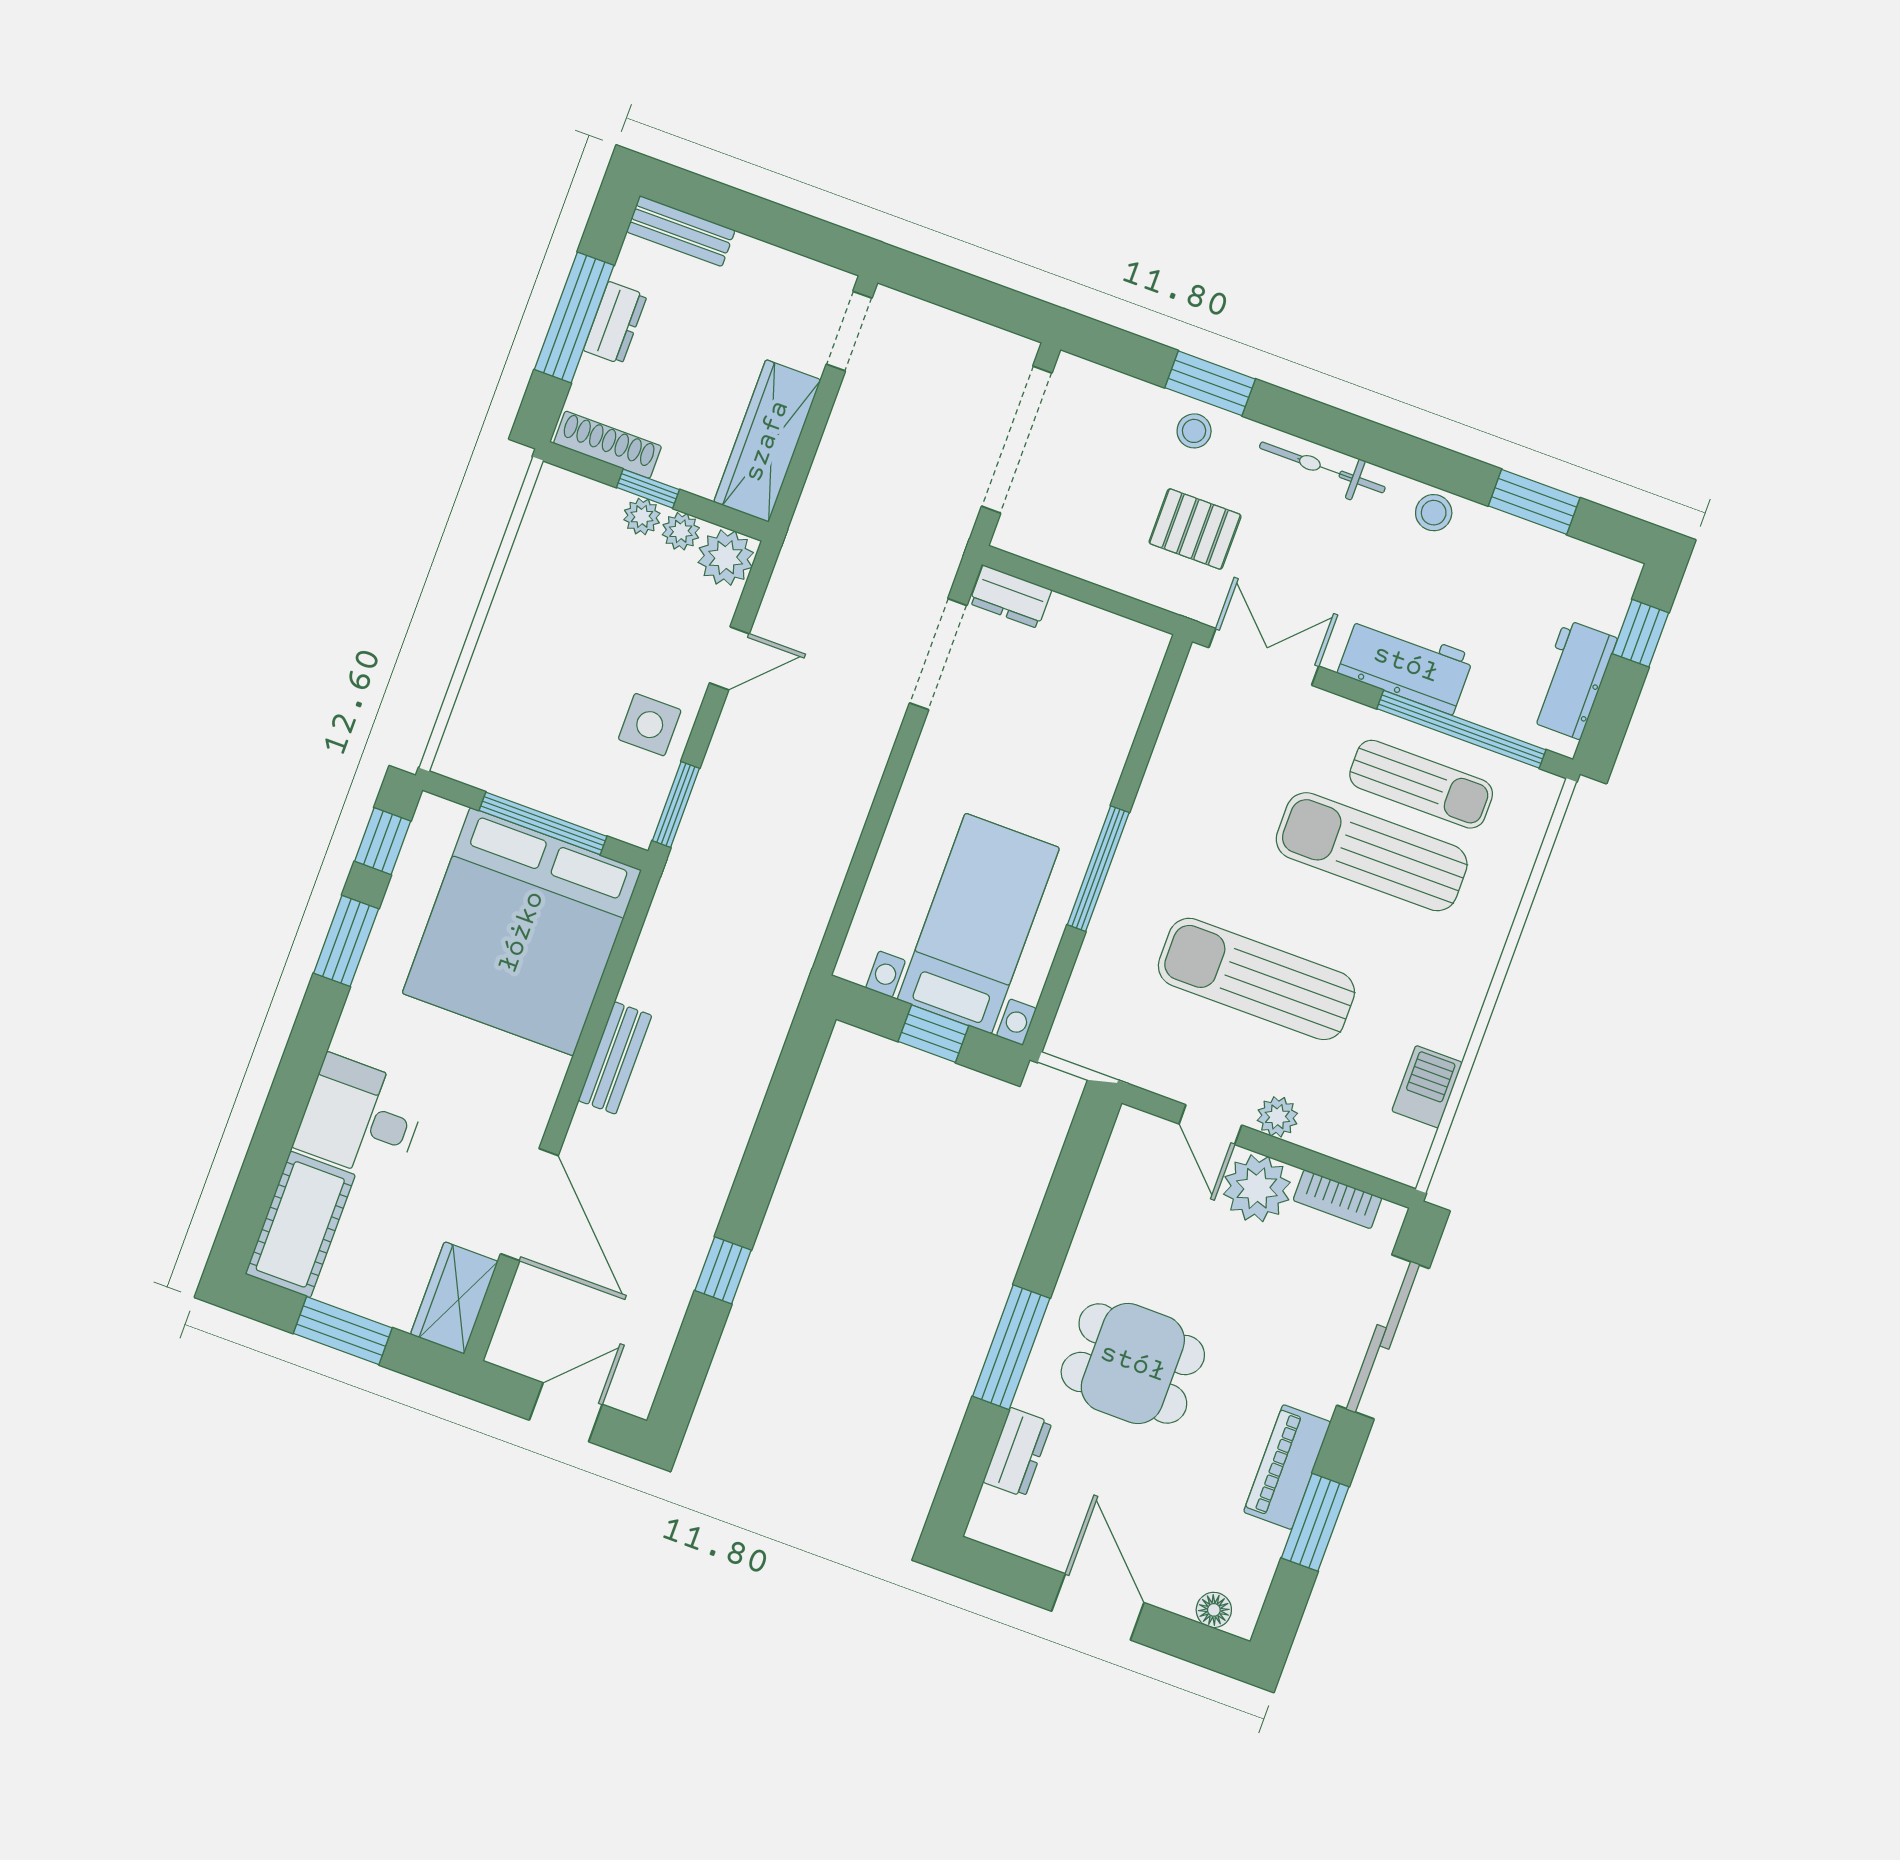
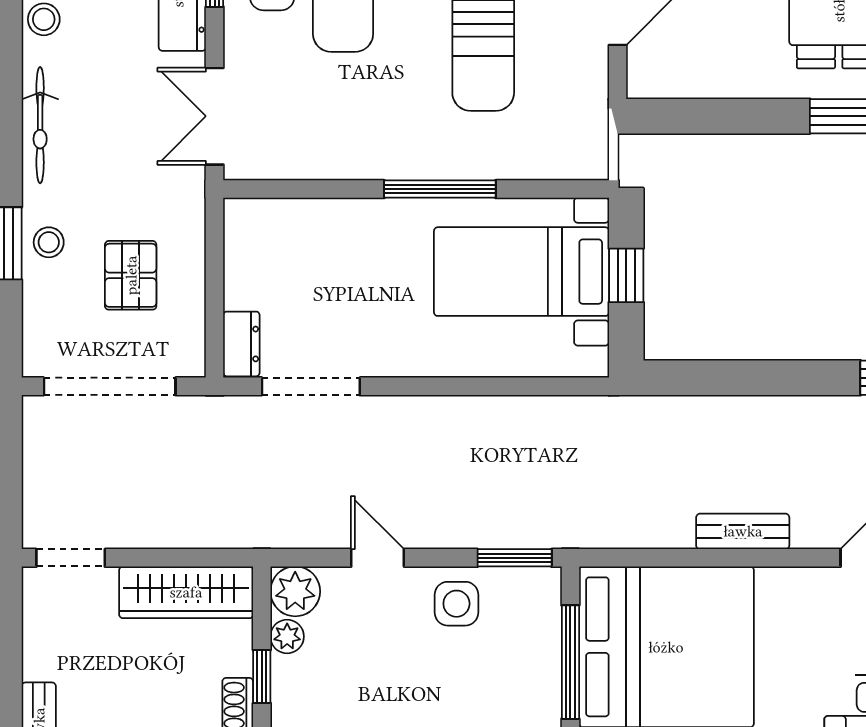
plant: (642, 517) -> (287, 673), removed
pallet: (1195, 529) -> (131, 275), moved

